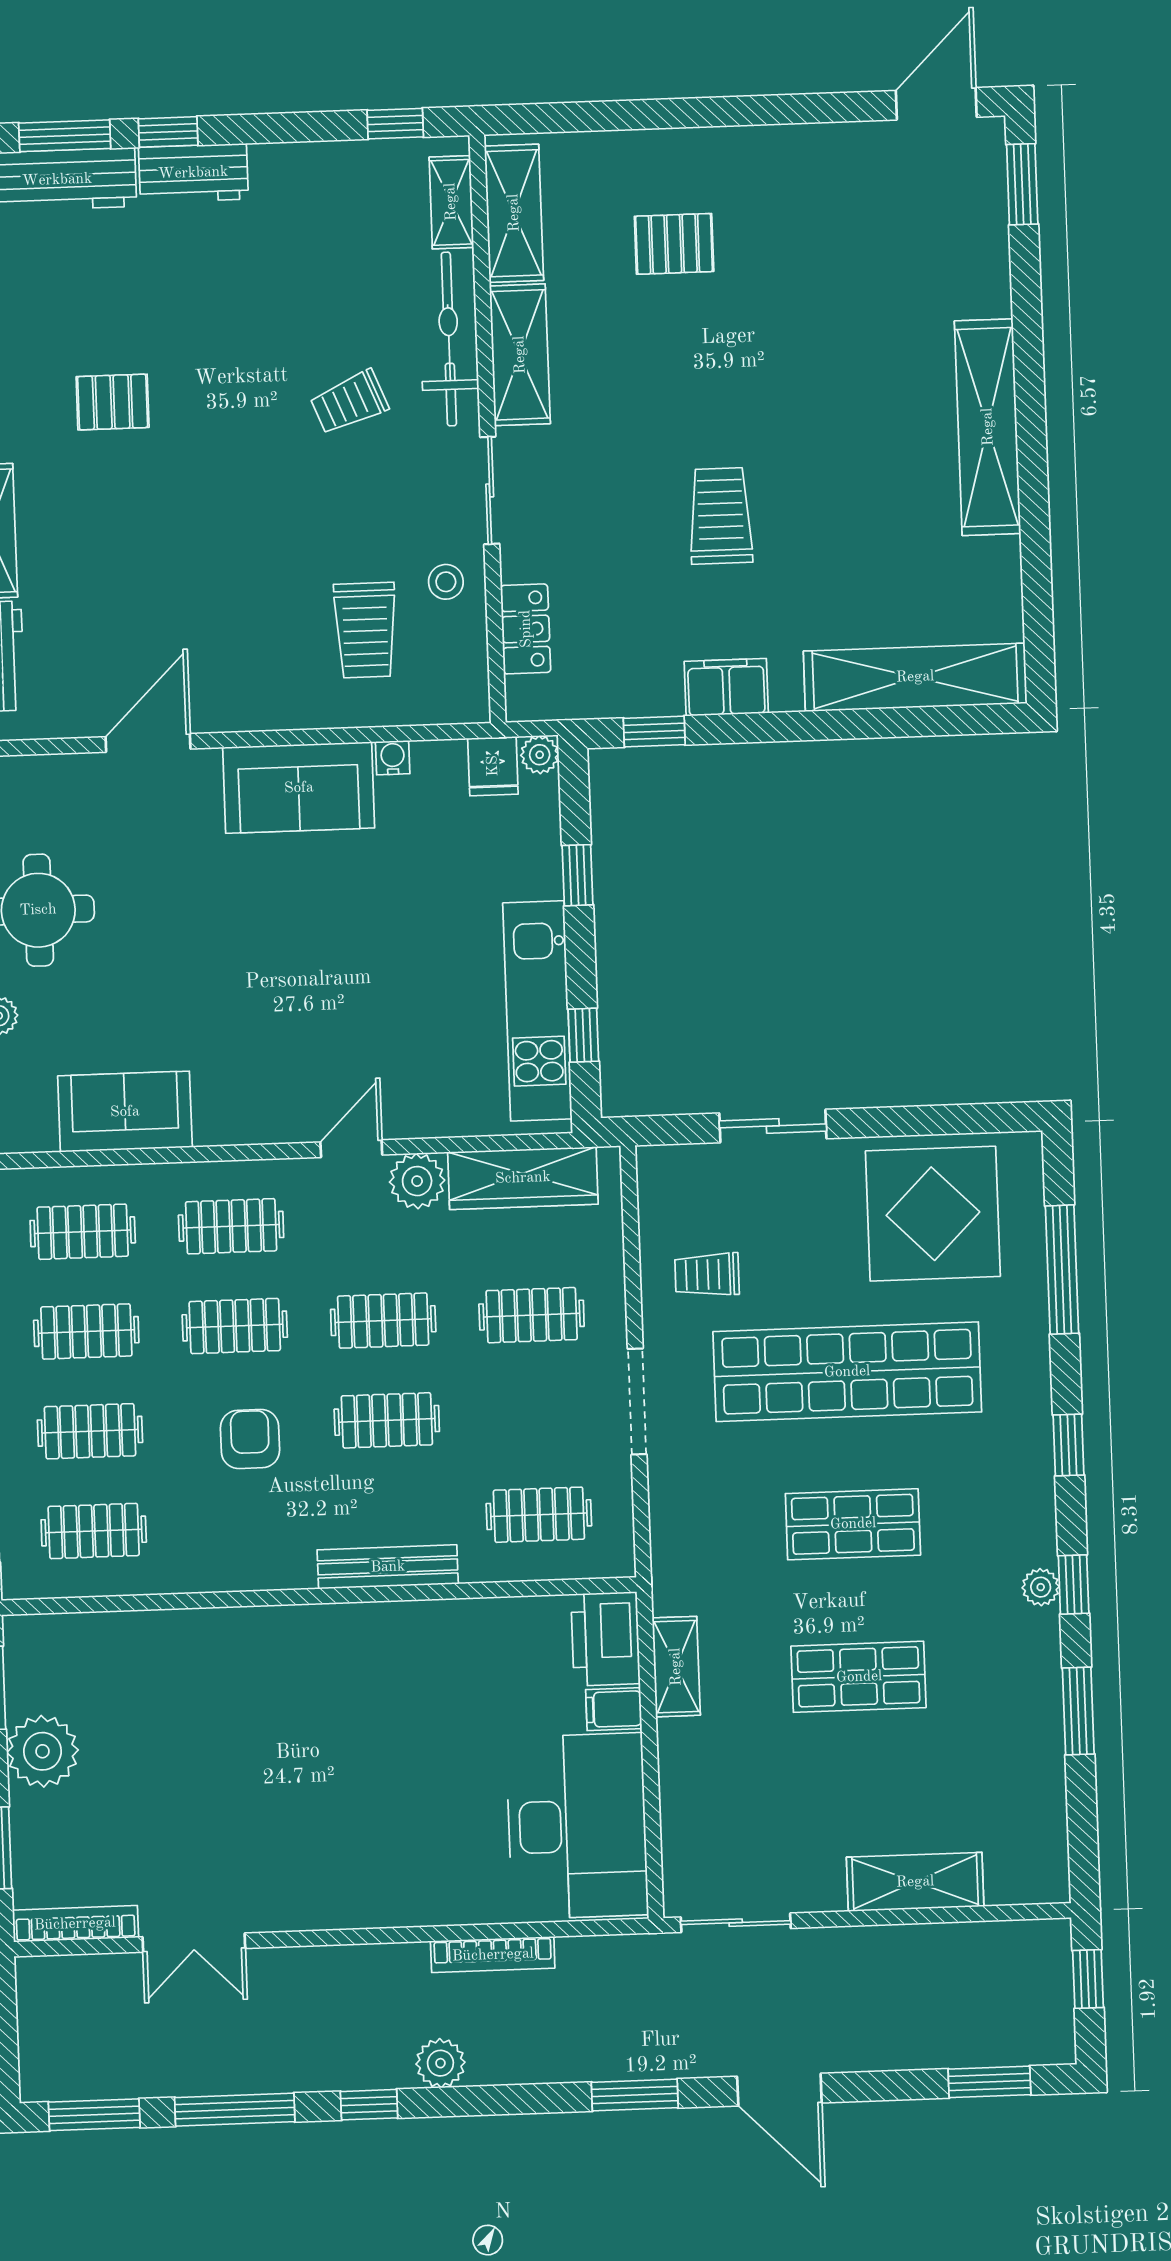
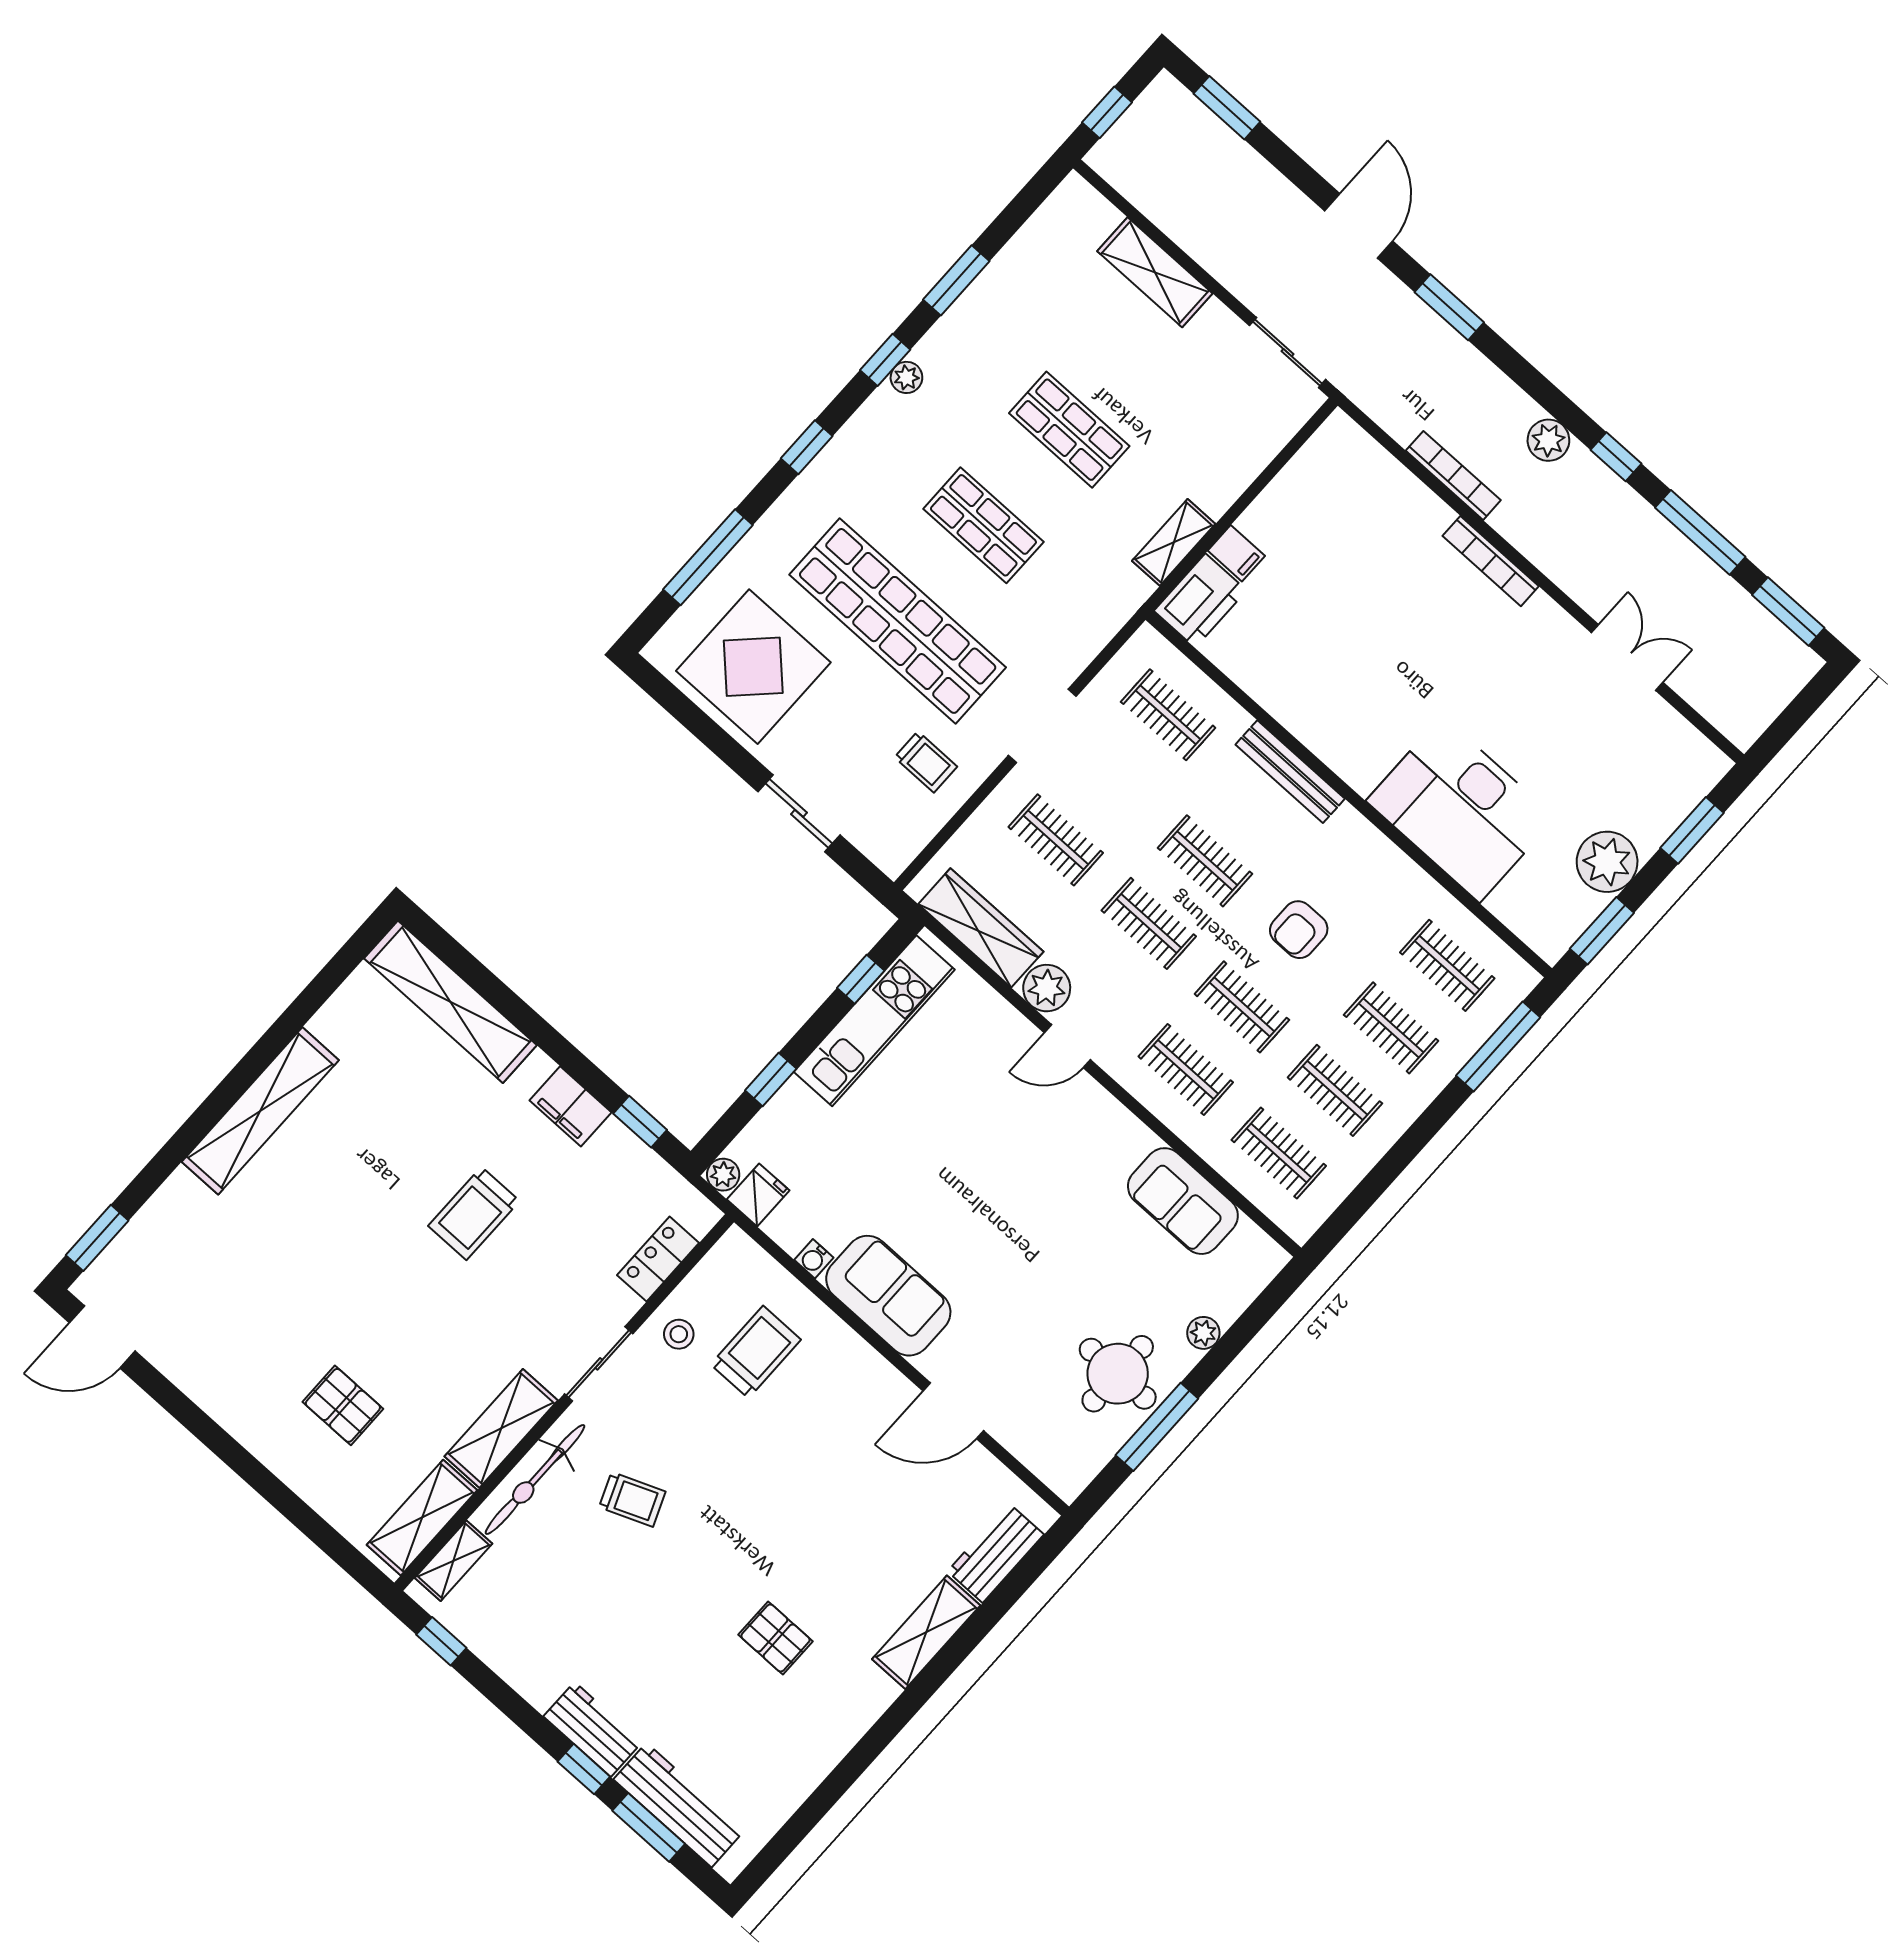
desk: (577, 1826) -> (1461, 809), moved, turned -90
bookcase: (75, 1924) -> (1491, 561), moved

